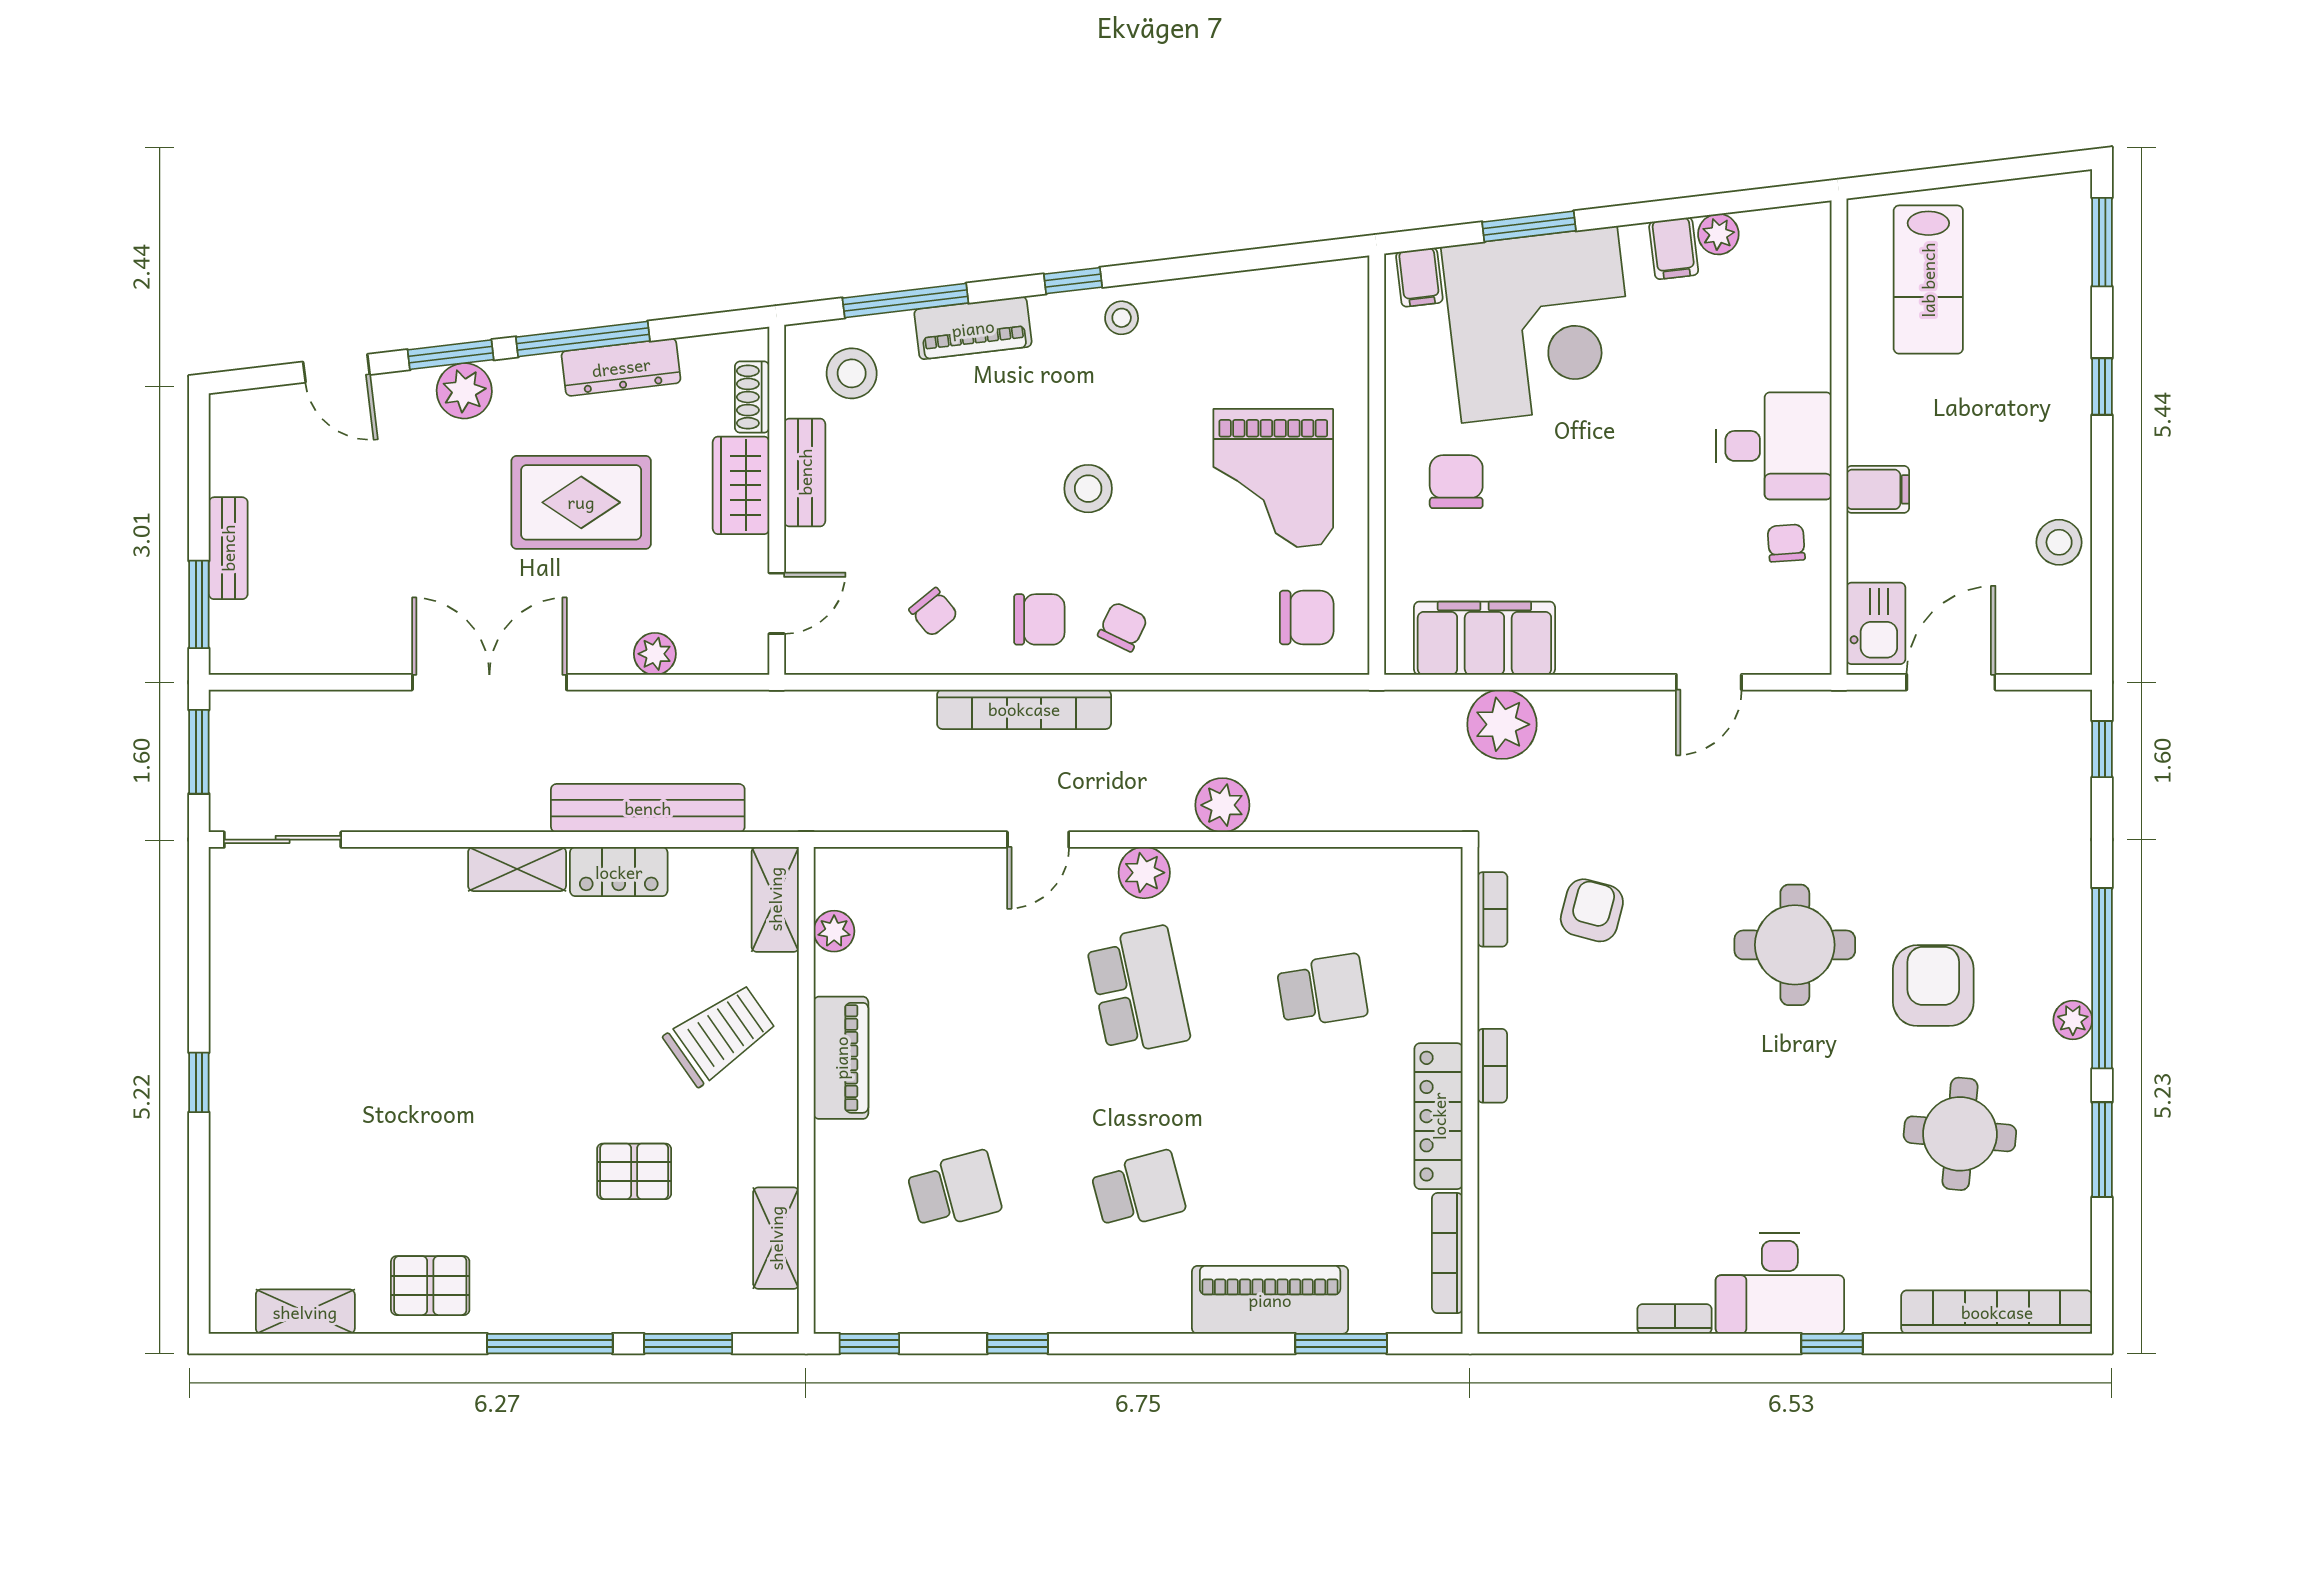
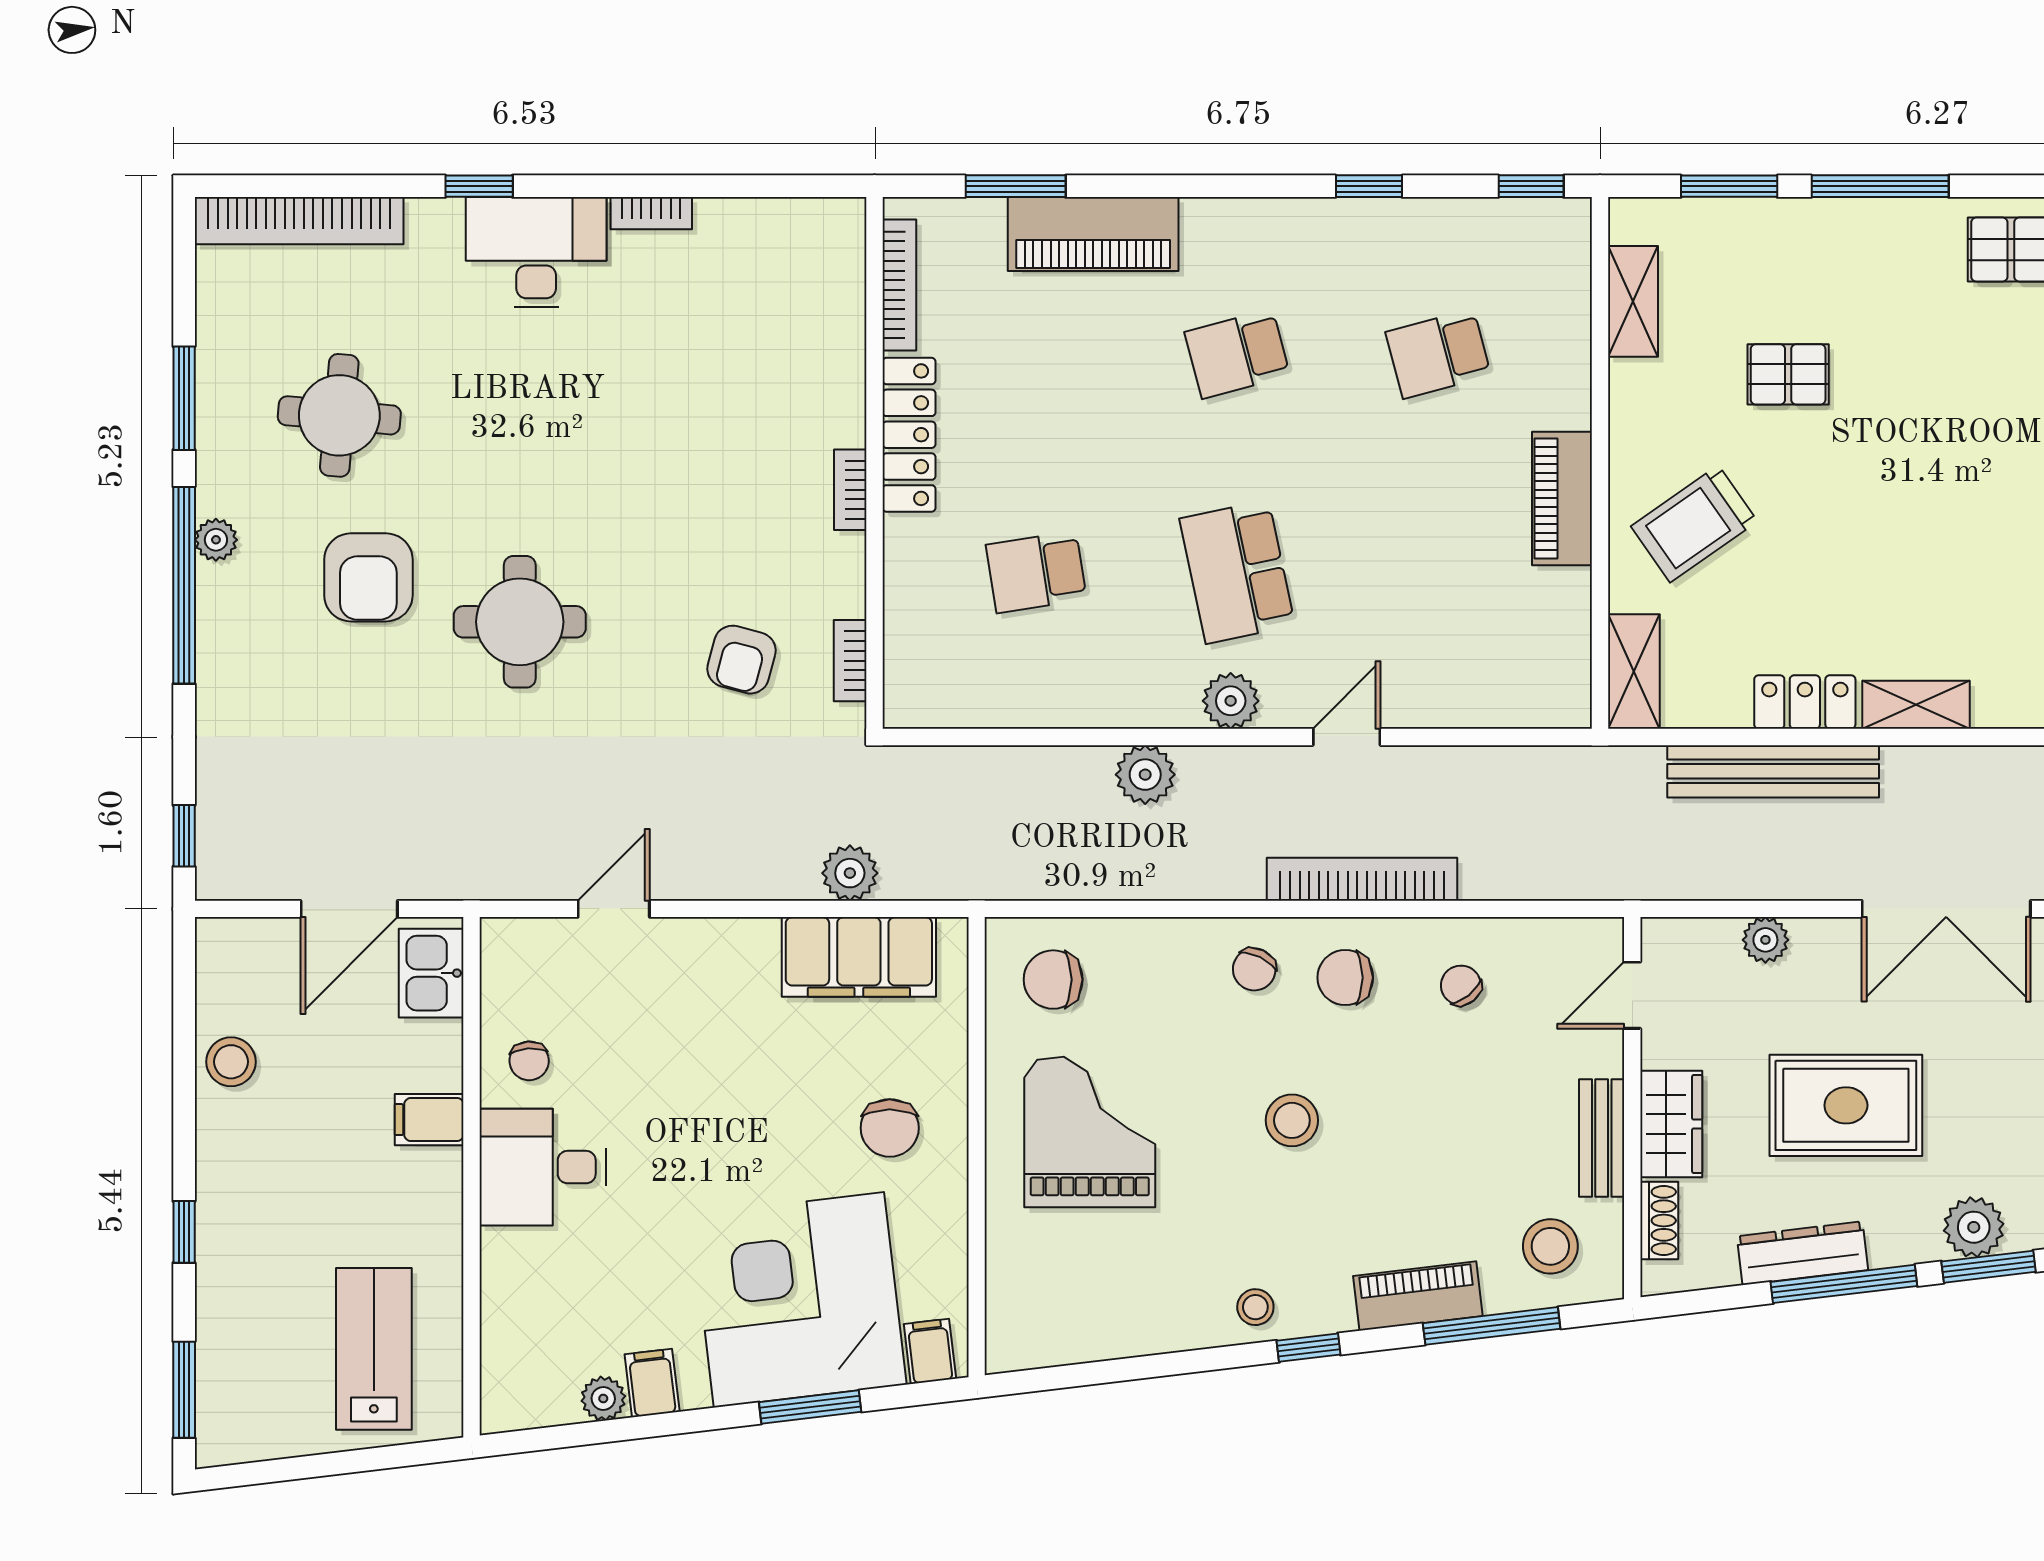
plant: (1502, 724) -> (850, 873), width x0.73, depth x0.73
plant: (834, 931) -> (1570, 637), removed

